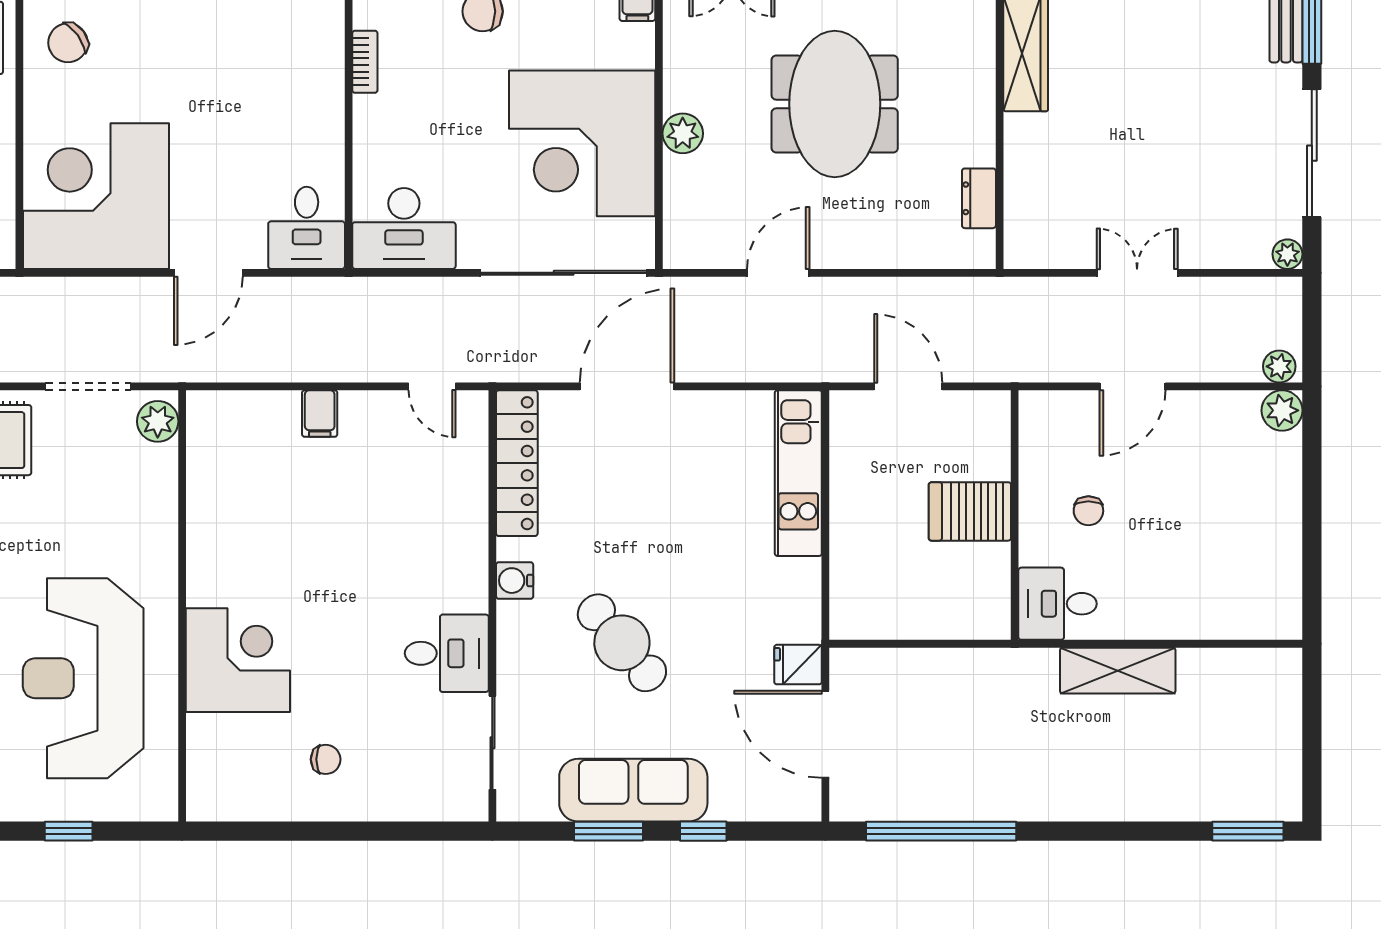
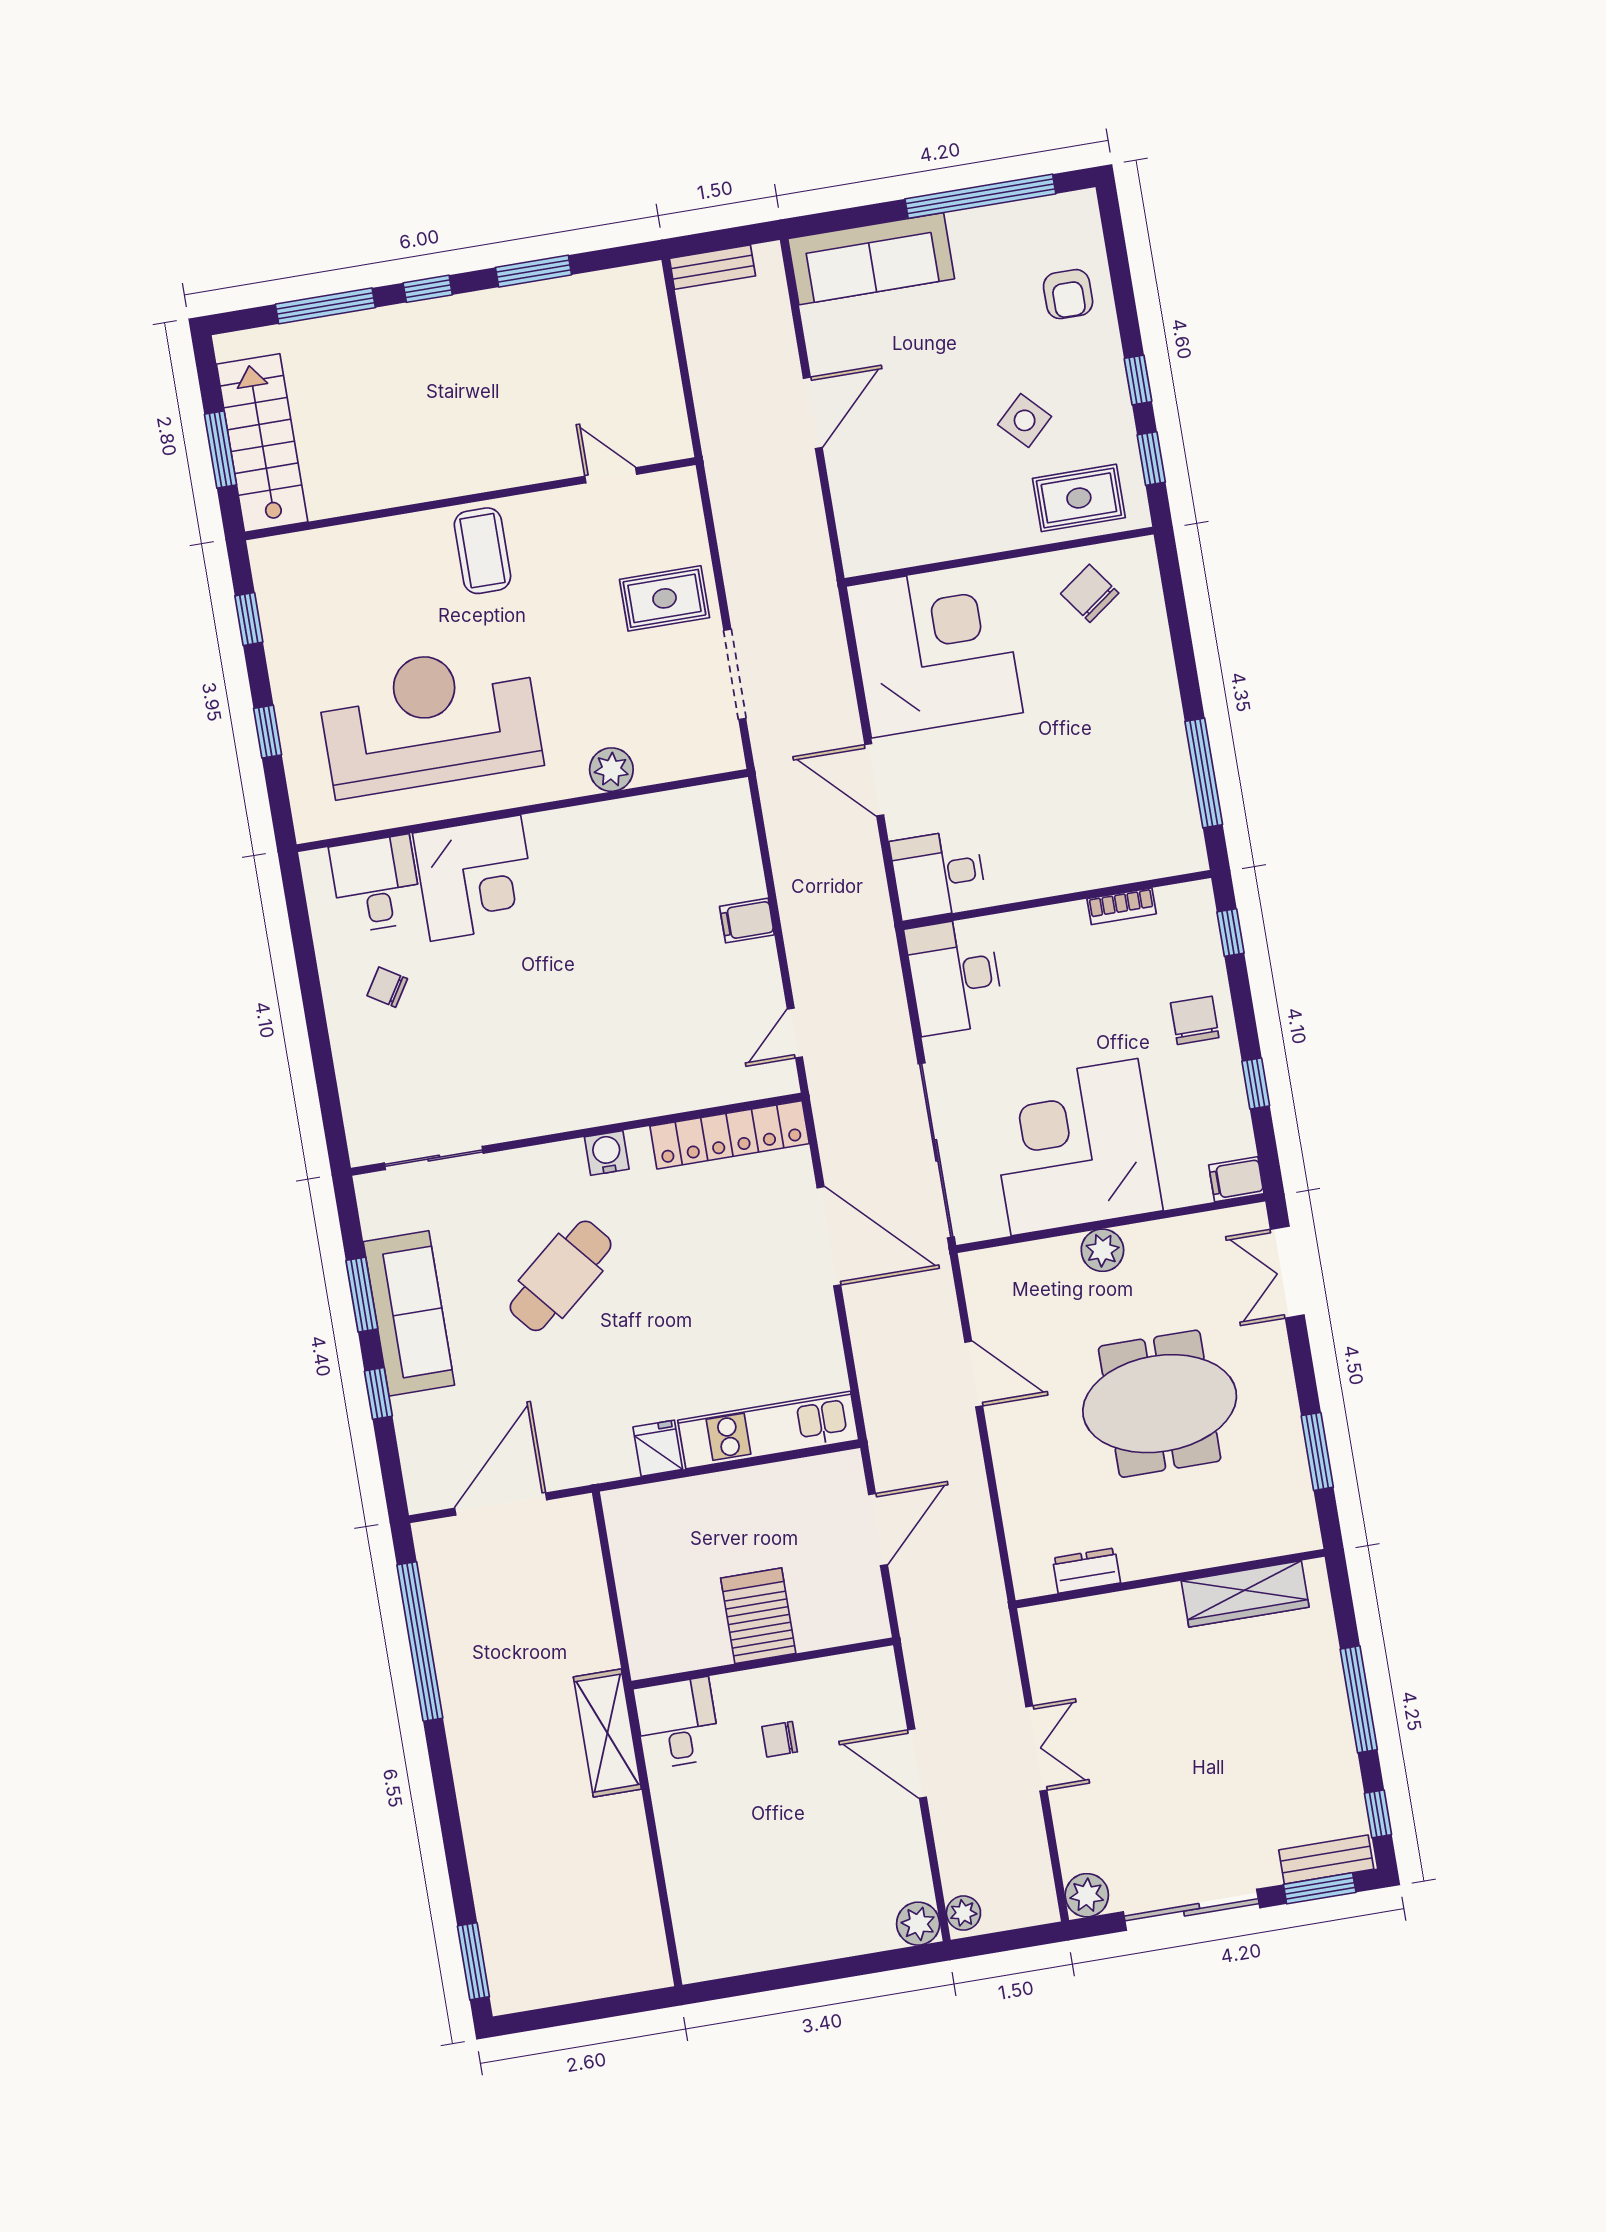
plant: (1287, 254) -> (1087, 1895), width x1.38, depth x1.38
plant: (158, 421) -> (611, 770), moved
desk: (447, 653) -> (376, 884), moved, turned 180
fridge: (798, 665) -> (658, 1448), moved
shelving: (1118, 671) -> (607, 1733), moved
chair: (326, 759) -> (387, 987), turned 122

